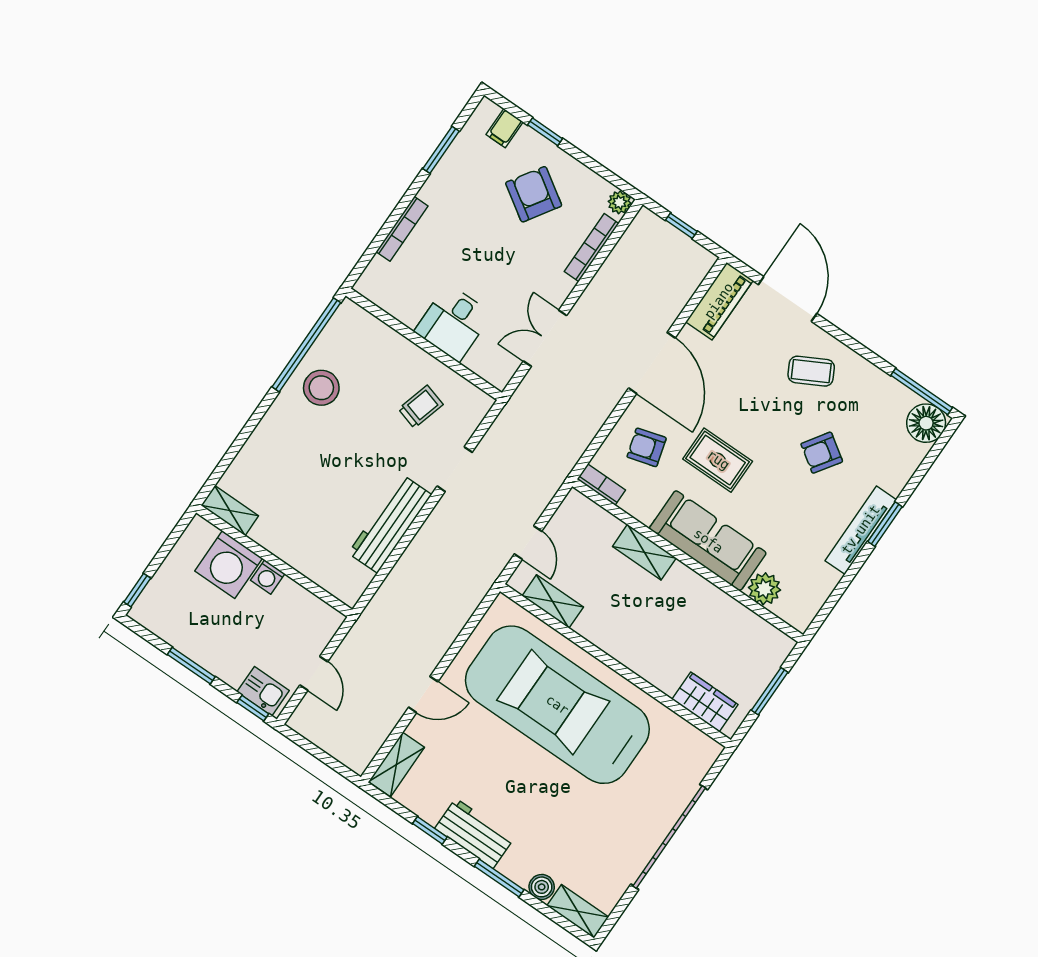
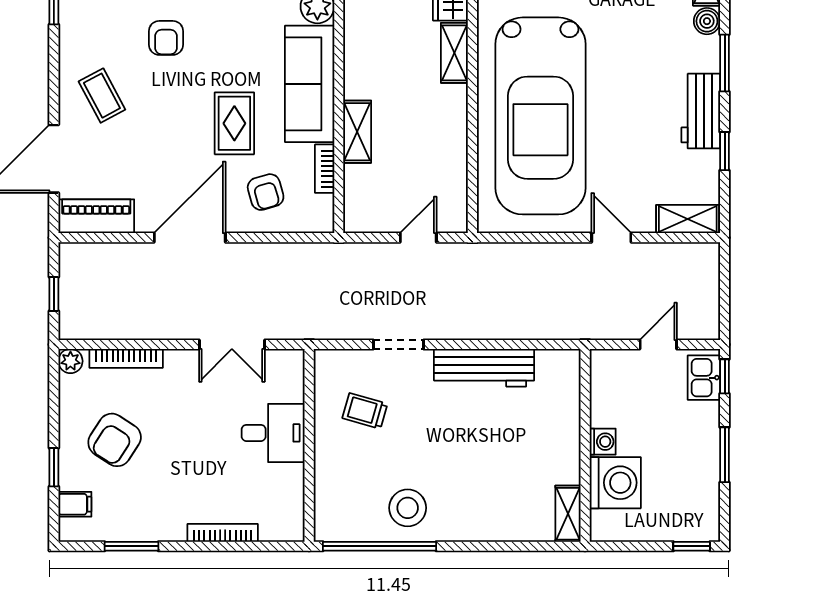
armchair: (822, 453) -> (166, 38), turned 56
bookcase: (601, 485) -> (325, 169), moved
shelving: (553, 602) -> (454, 53), moved

